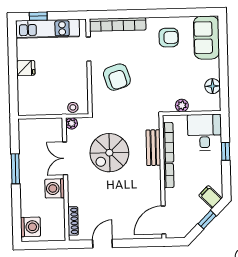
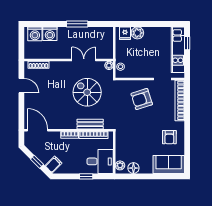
fridge: (26, 68) -> (125, 33), moved
plant: (26, 85) -> (137, 33), added
plant: (182, 105) -> (120, 165), moved
washing machine: (55, 188) -> (50, 34), moved, turned 180

